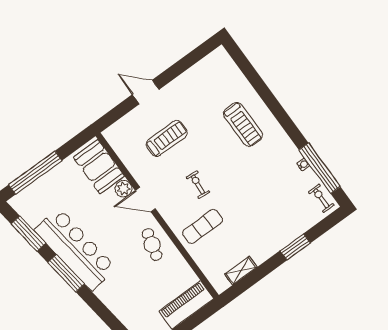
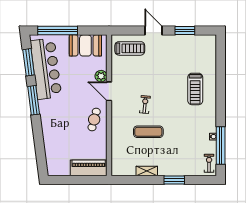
window: (182, 66) -> (185, 31), added
treadmill: (167, 138) -> (130, 48), moved
booth: (99, 167) -> (85, 45), moved, turned 90
exercise mat: (202, 226) -> (148, 132), moved
bar counter: (75, 249) -> (46, 69), moved
shelving: (241, 271) -> (147, 171), moved

